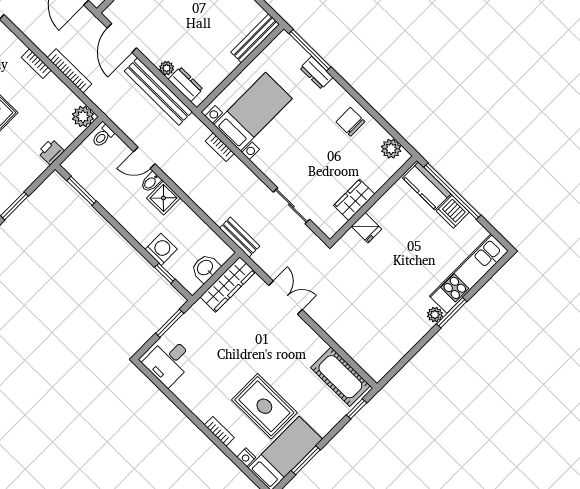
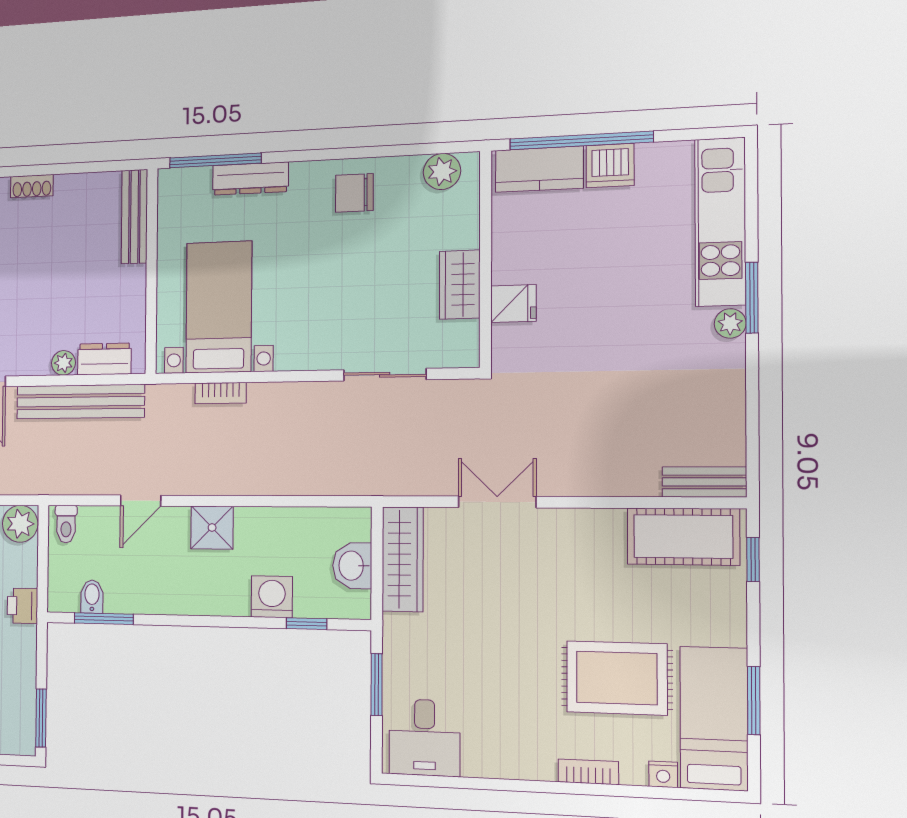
dresser: (316, 73) -> (250, 179), width x1.44
bidet: (151, 182) -> (92, 597), moved, turned 180
bench: (240, 237) -> (704, 482), moved

